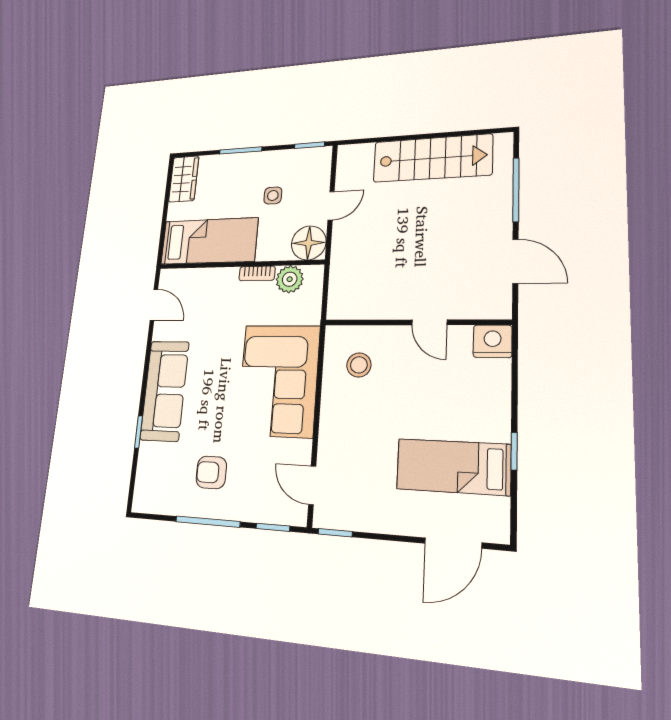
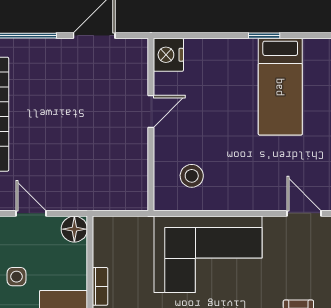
floor lamp: (309, 243) -> (74, 229), width x0.73, depth x0.73
plant: (290, 279) -> (107, 251), removed
door: (312, 485) -> (304, 213), swing flipped

